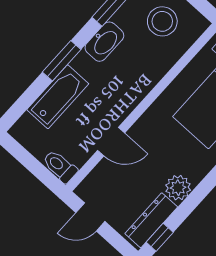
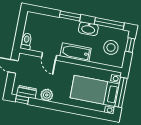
bathtub: (58, 97) -> (76, 52), moved, turned 180
dresser: (151, 220) -> (27, 92), width x0.70

